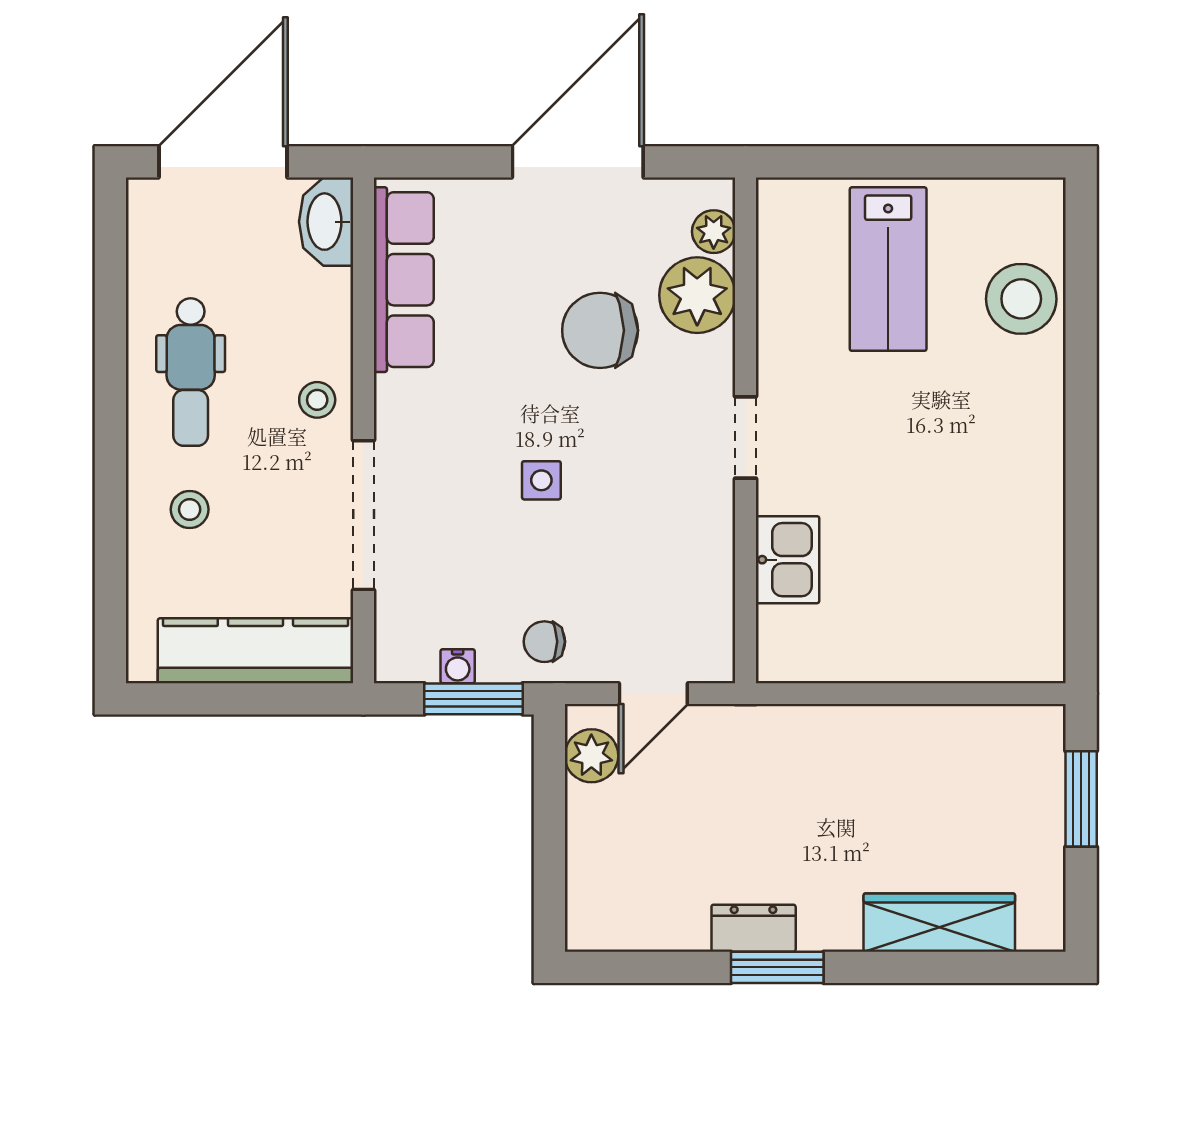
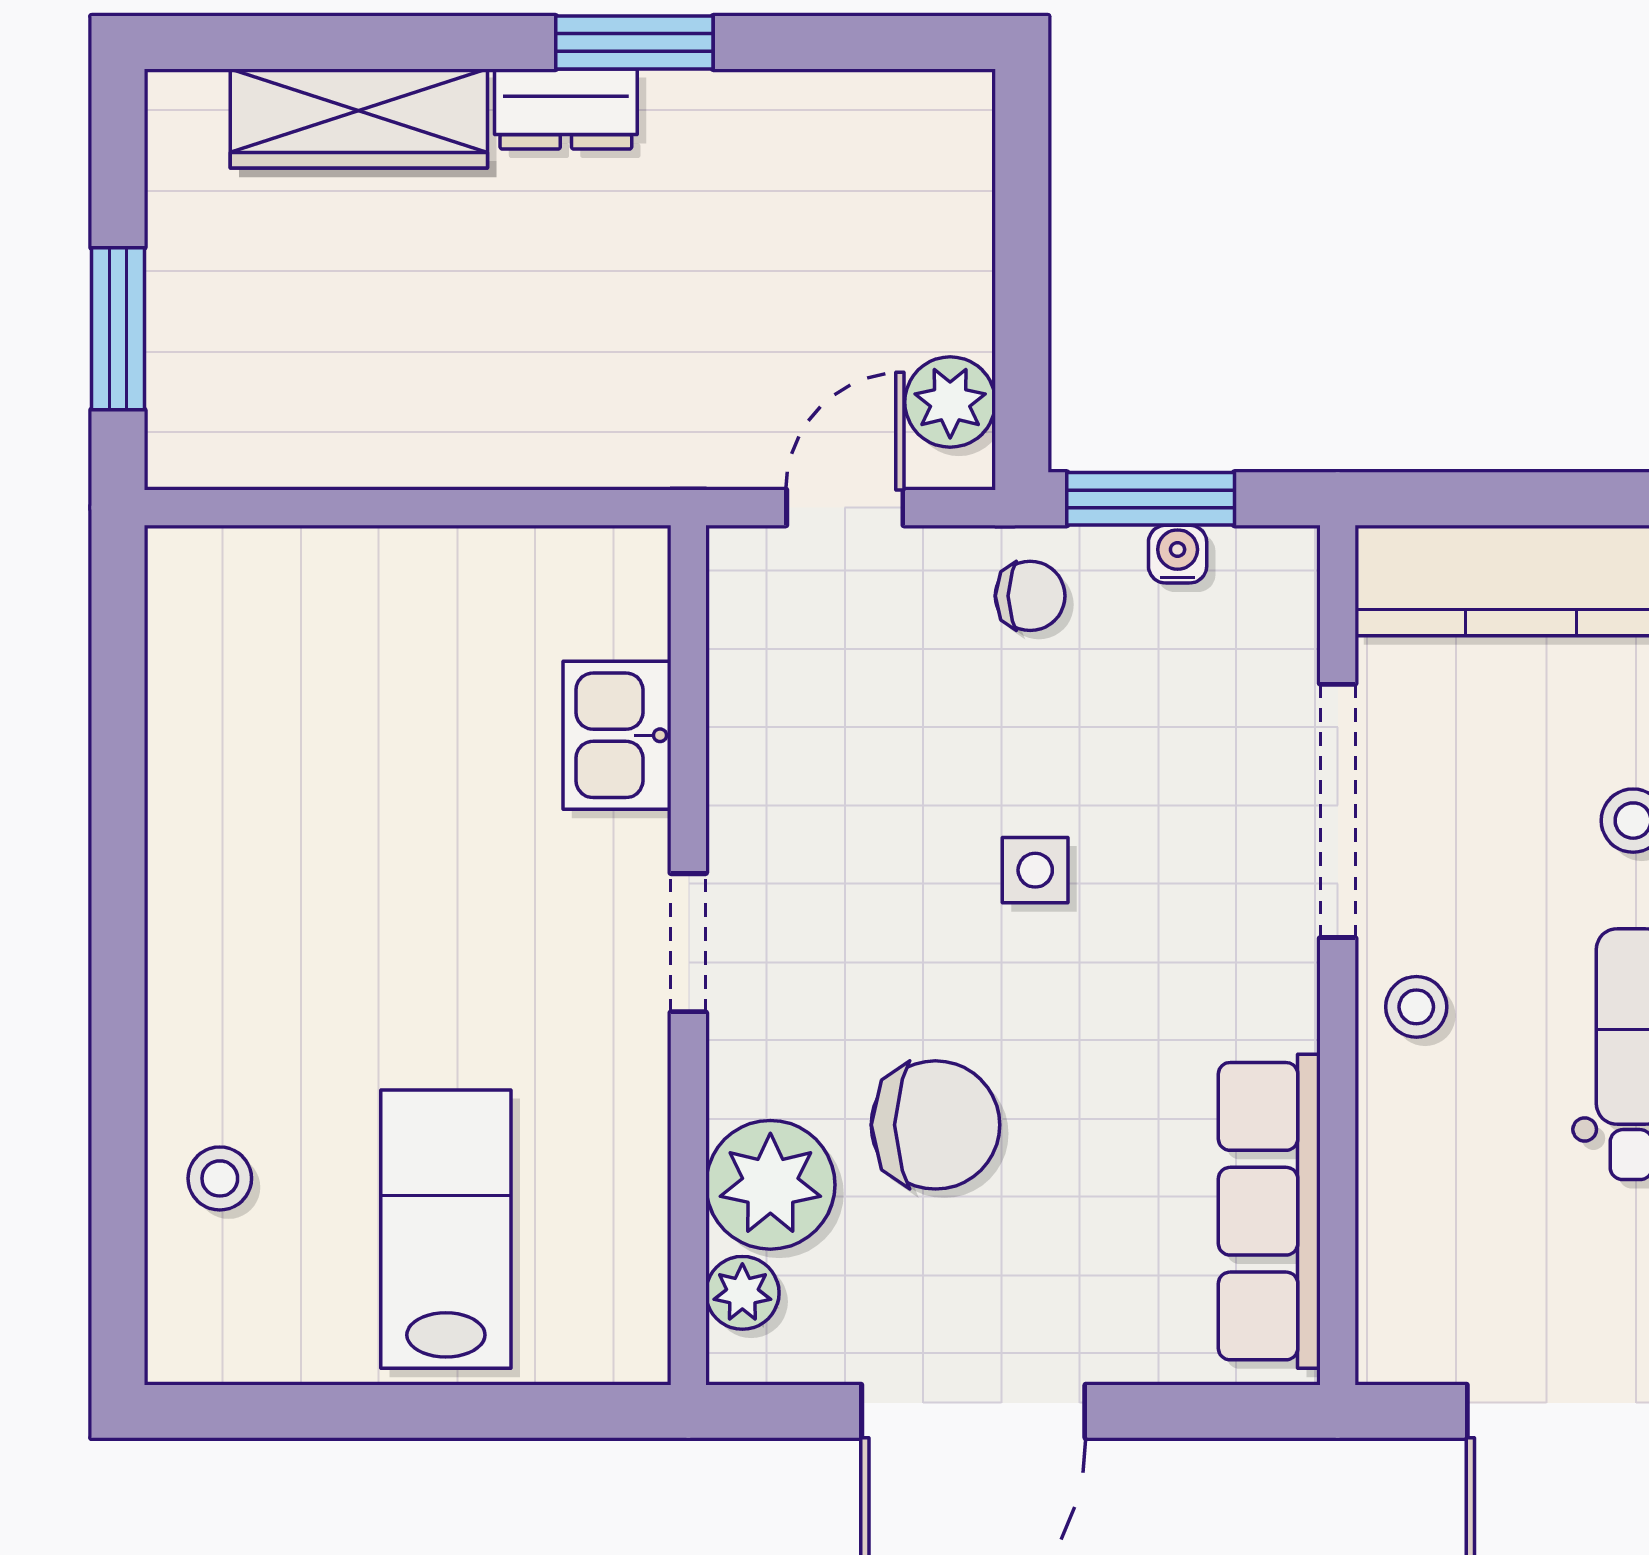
washbasin: (326, 222) -> (1401, 1310), removed
stool: (1021, 299) -> (220, 1178), width x0.53, depth x0.53
dresser: (754, 928) -> (566, 109), moved

